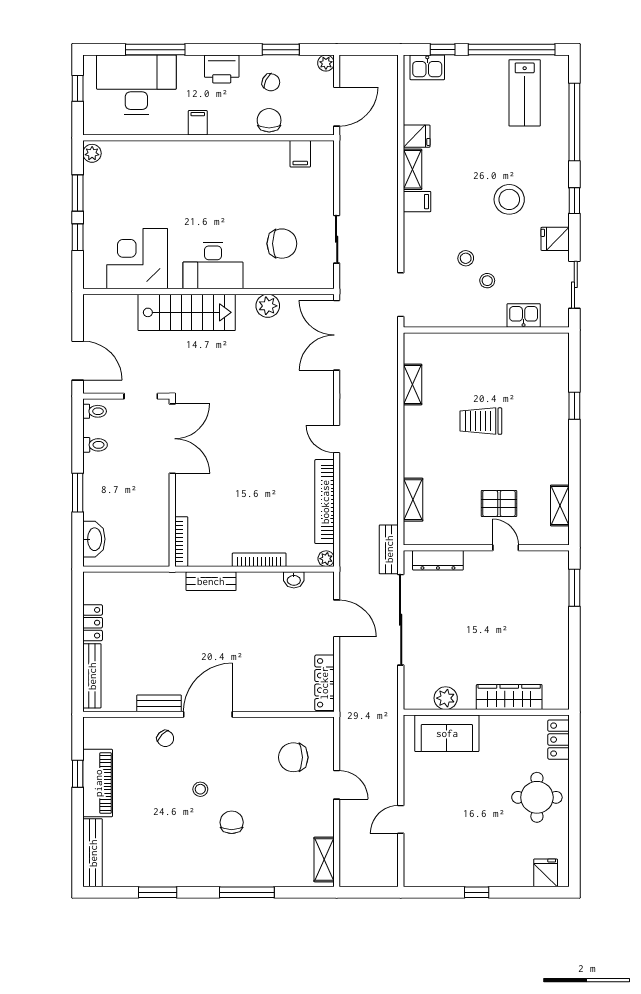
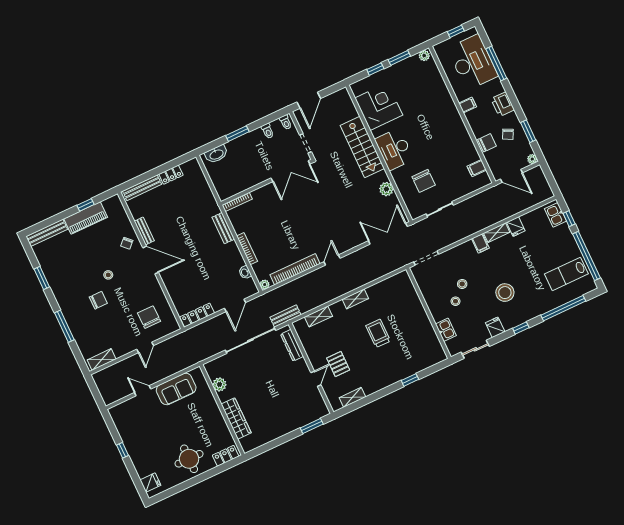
shelving: (412, 385) -> (355, 299), moved
sofa: (447, 733) -> (176, 389), moved, turned -90

